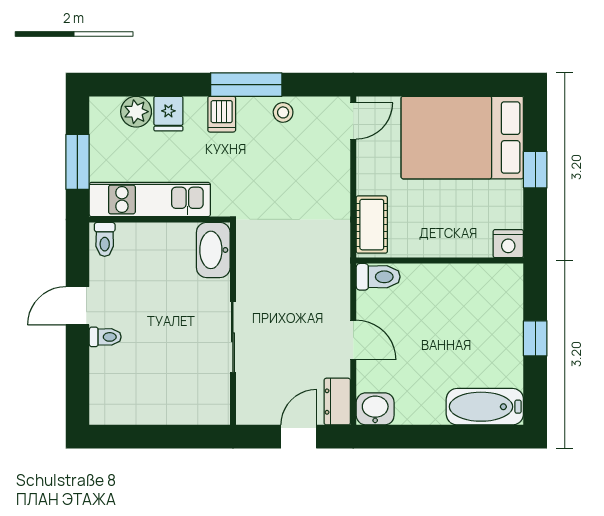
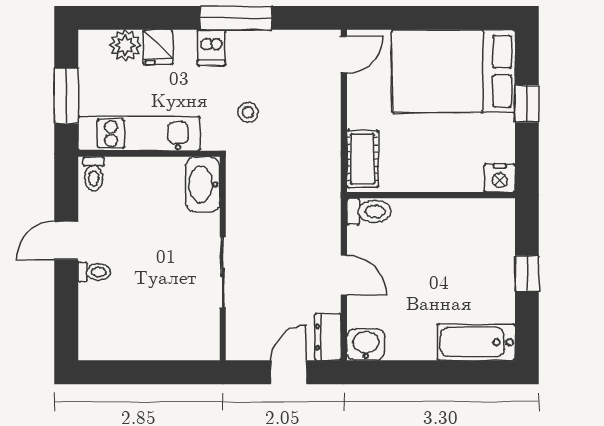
stool: (283, 112) -> (248, 112), moved

